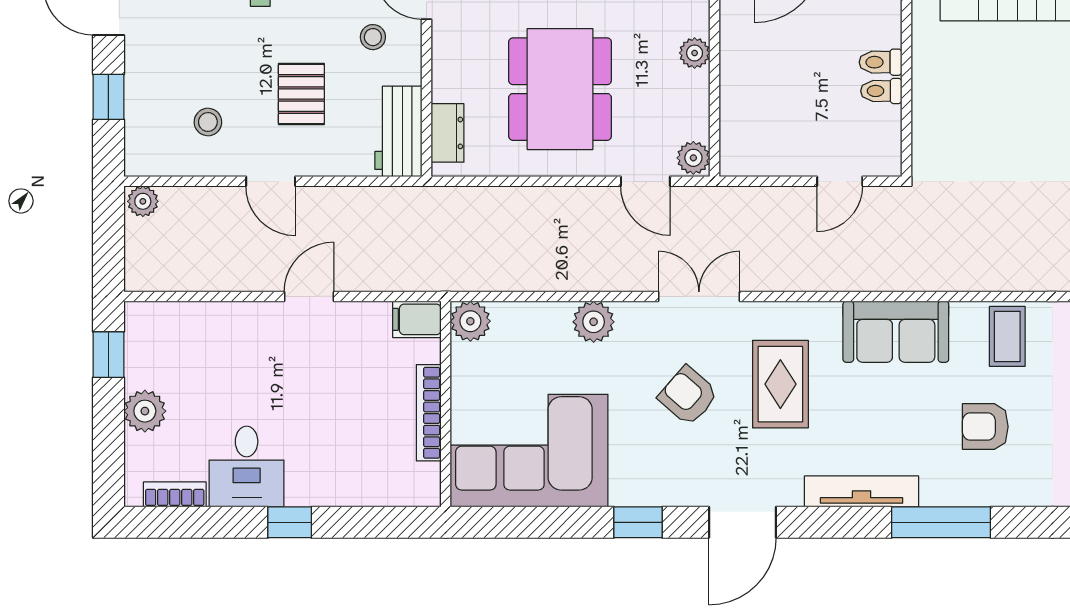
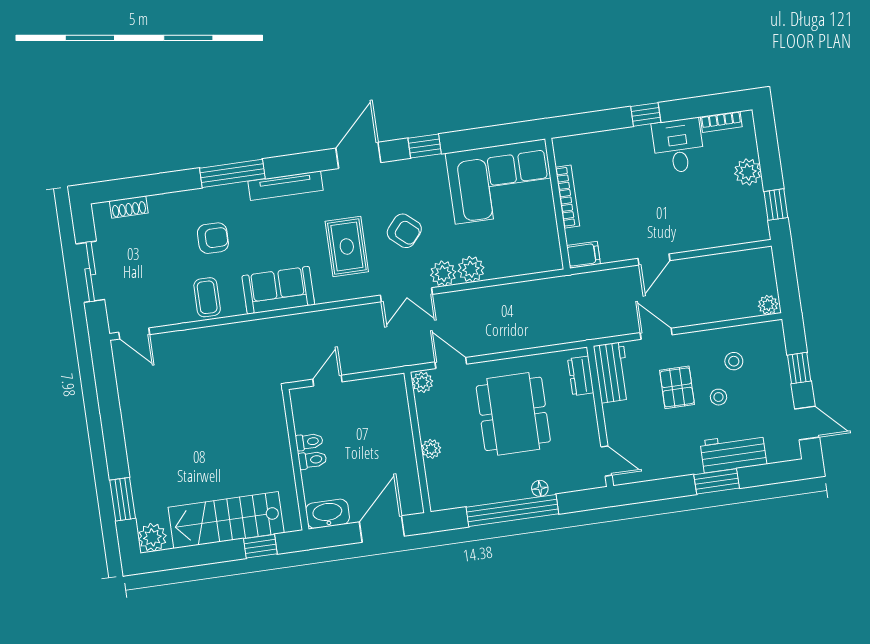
stool: (373, 37) -> (719, 397), moved
door: (271, 181) -> (656, 334), moved
plant: (470, 321) -> (443, 274), moved

